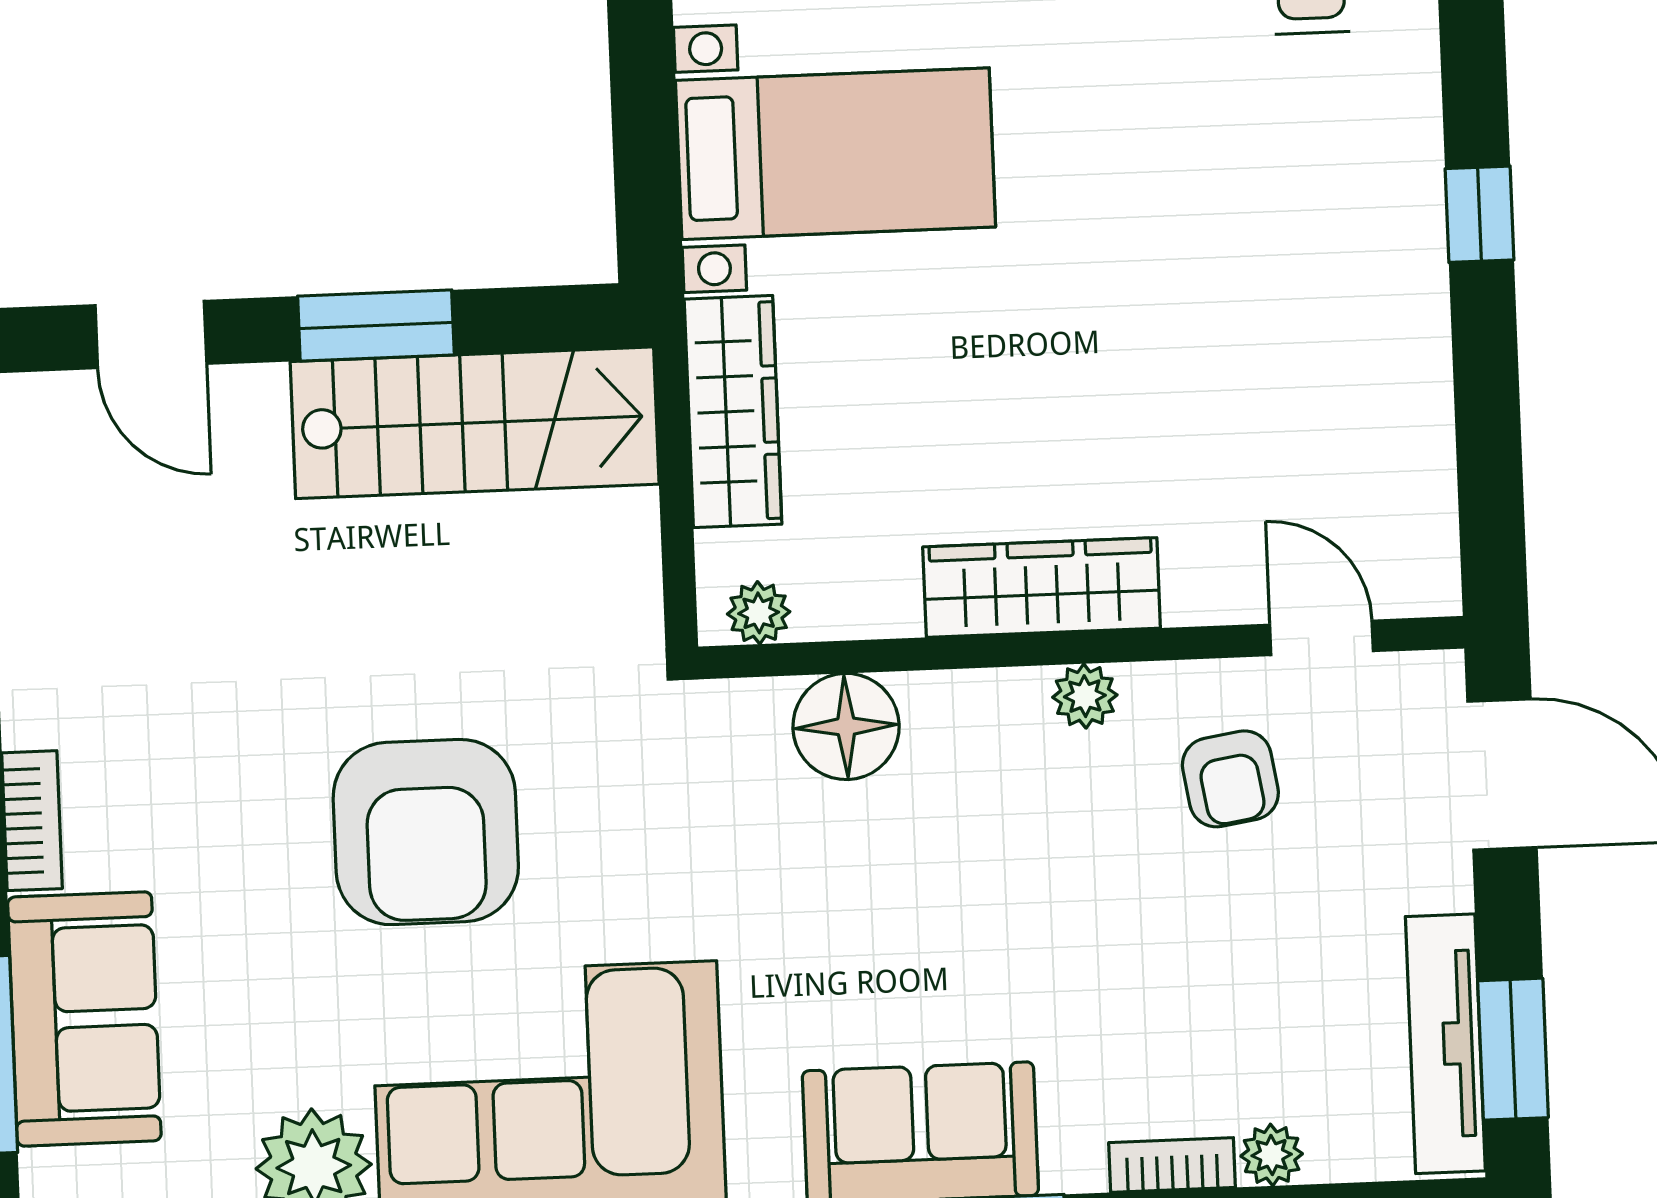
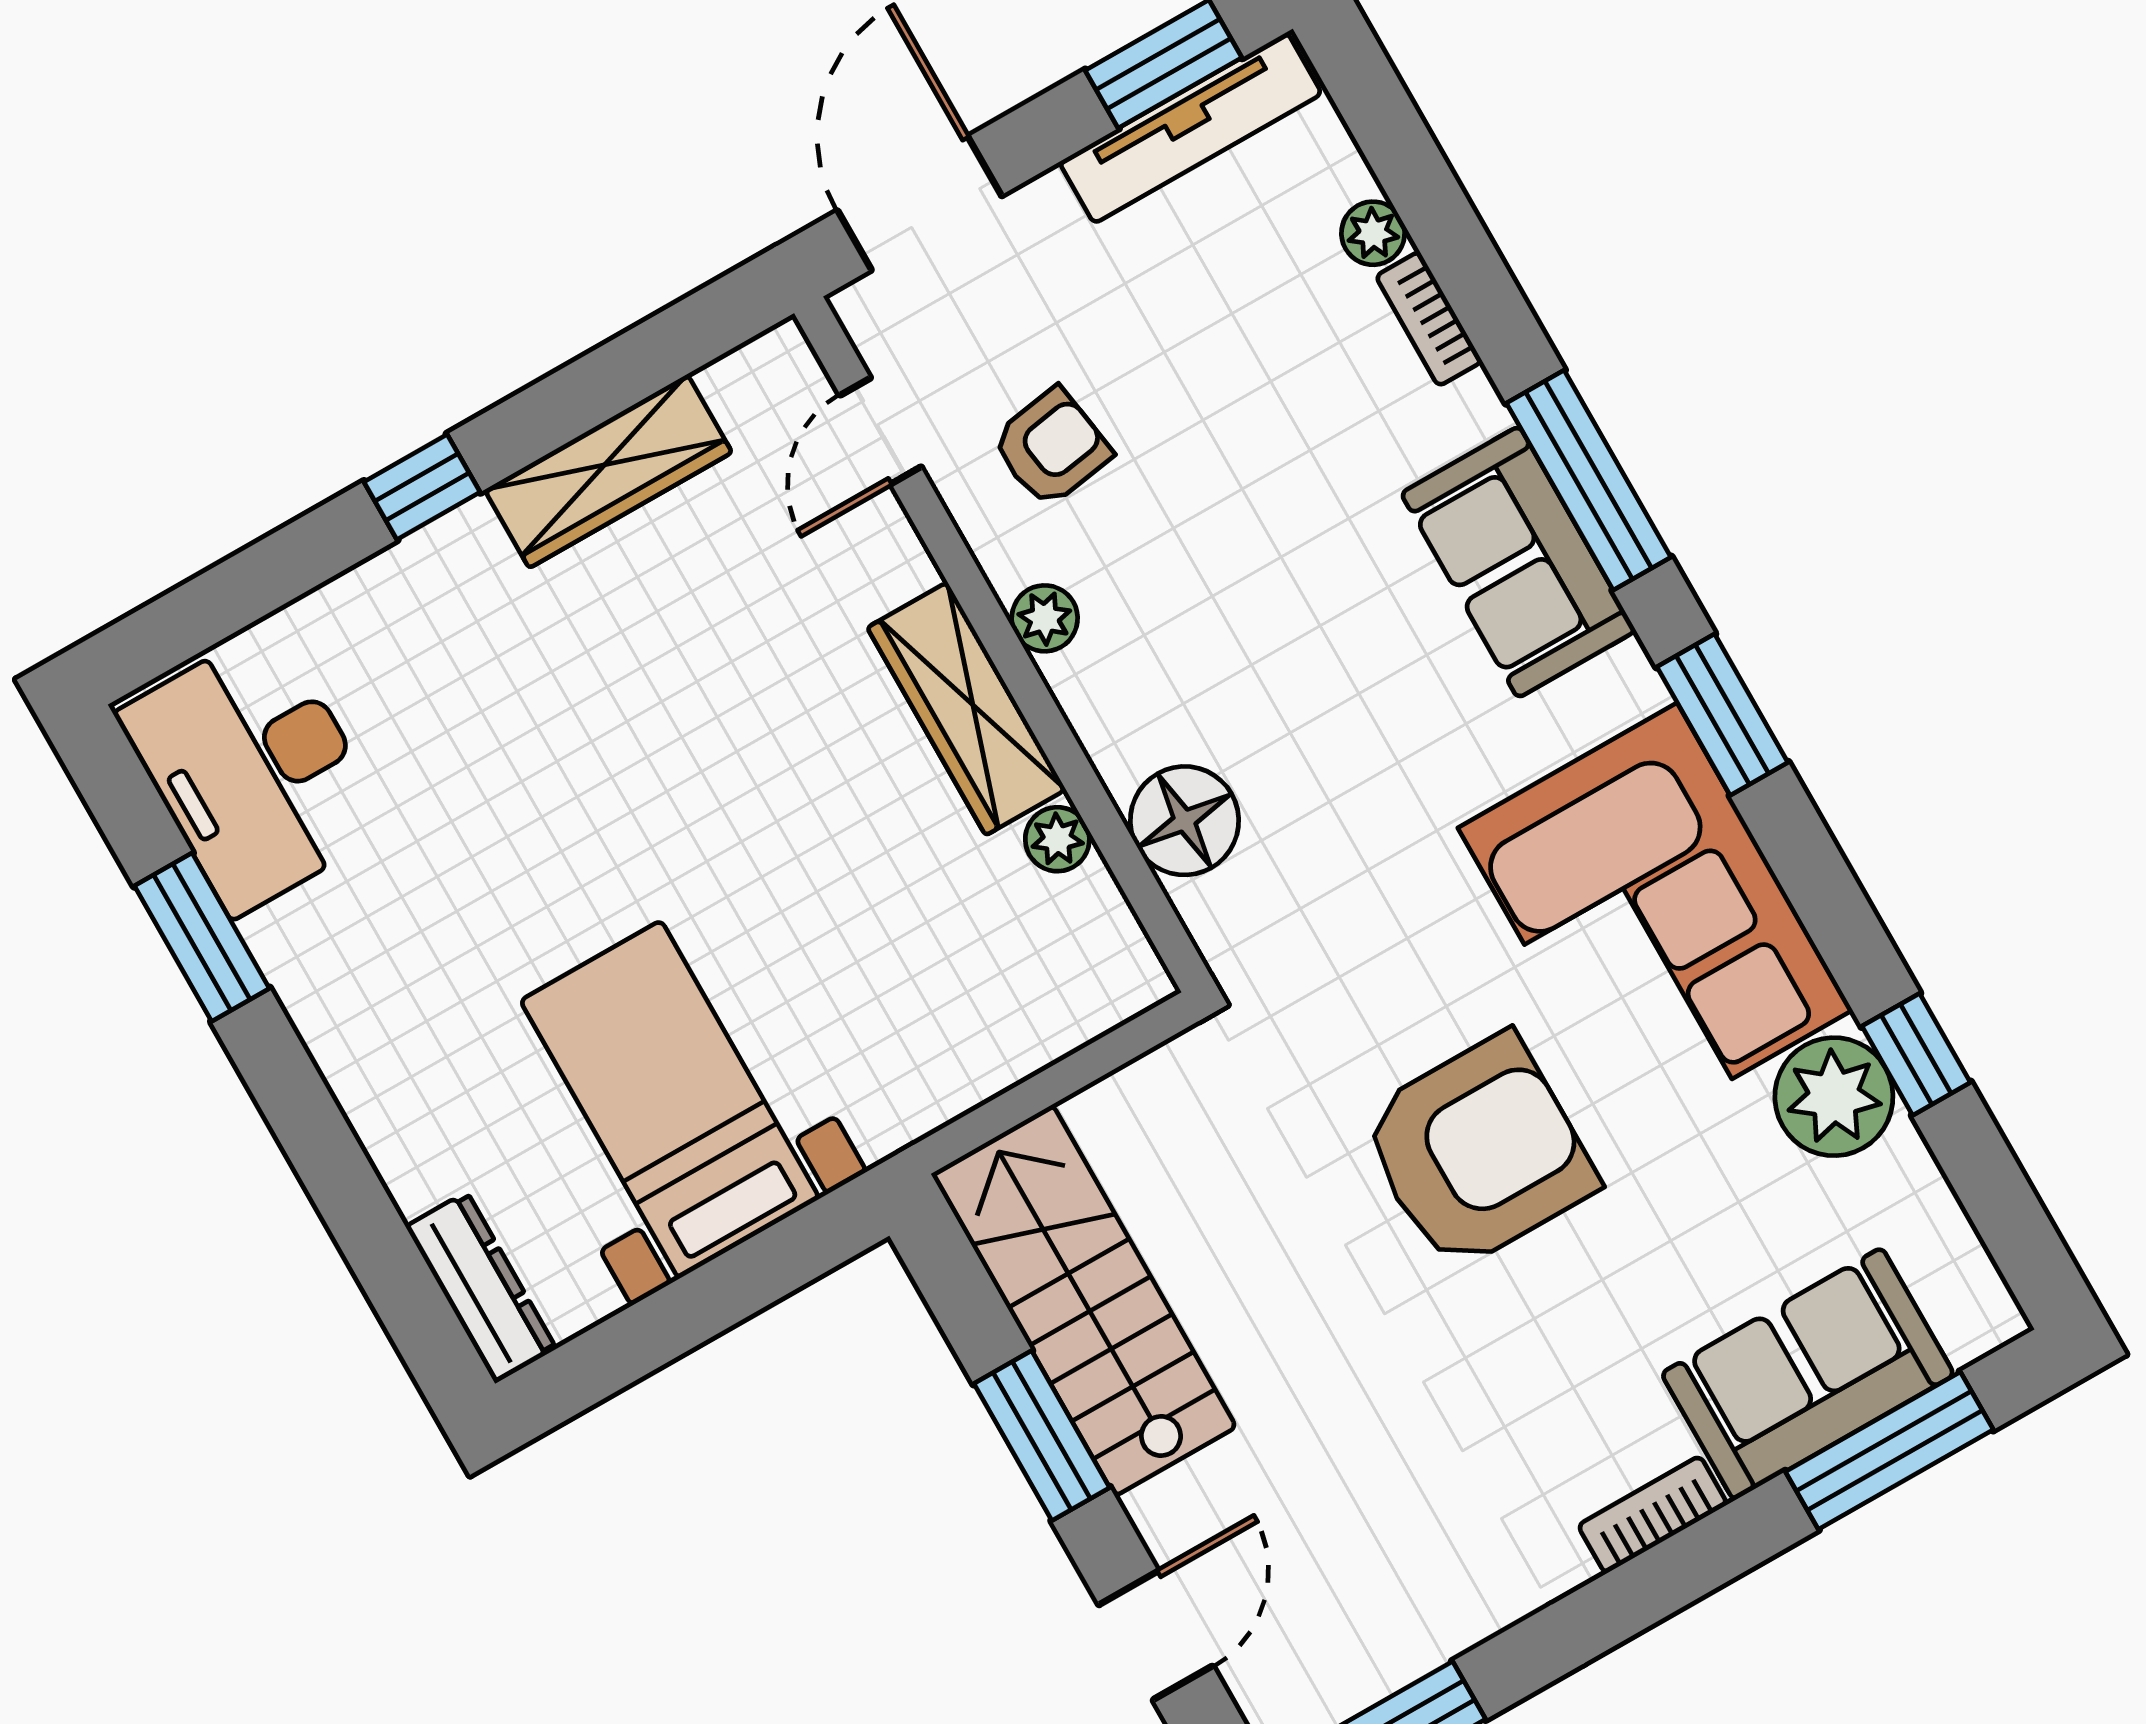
wardrobe: (733, 412) -> (608, 471), moved, turned 180
plant: (759, 613) -> (1057, 839), moved

